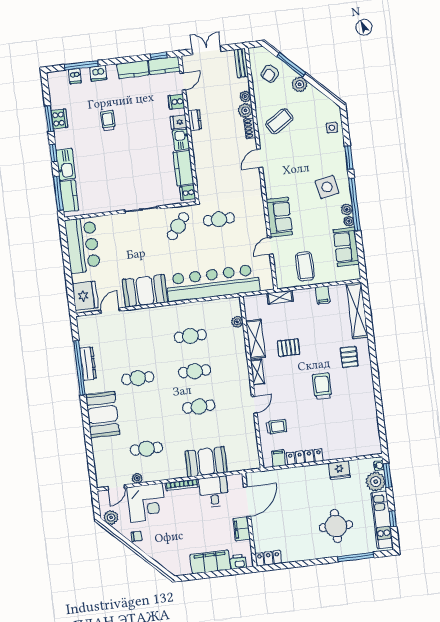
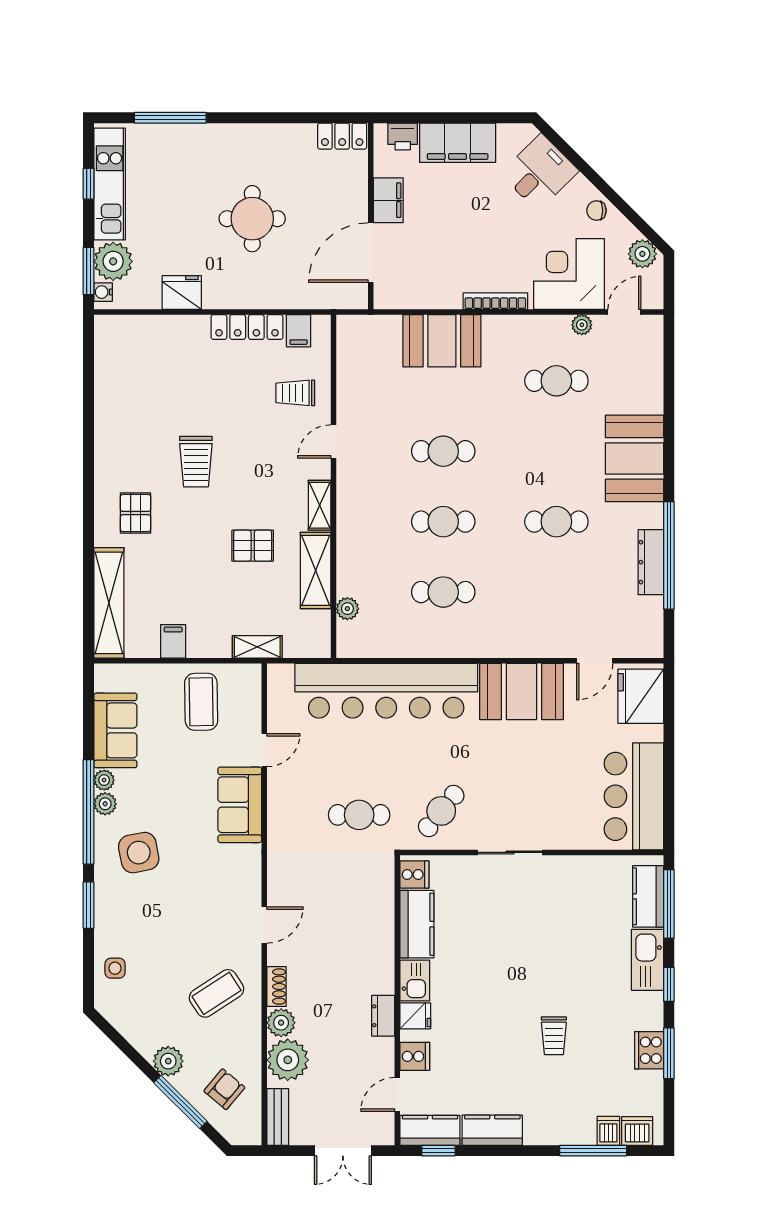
dishwasher: (98, 73) -> (637, 1131), moved
plant: (245, 97) -> (288, 1060), width x1.87, depth x1.87
desk: (214, 492) -> (540, 172), moved, turned -135
round table: (336, 526) -> (252, 219), moved

